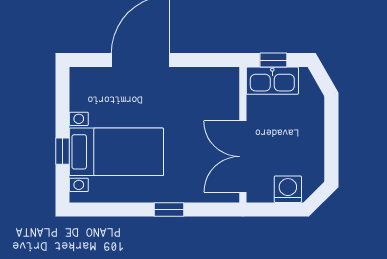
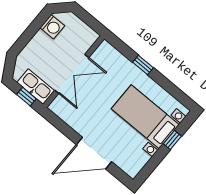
double door: (243, 157) -> (72, 74), moved
washing machine: (288, 189) -> (52, 27), moved, turned -90

